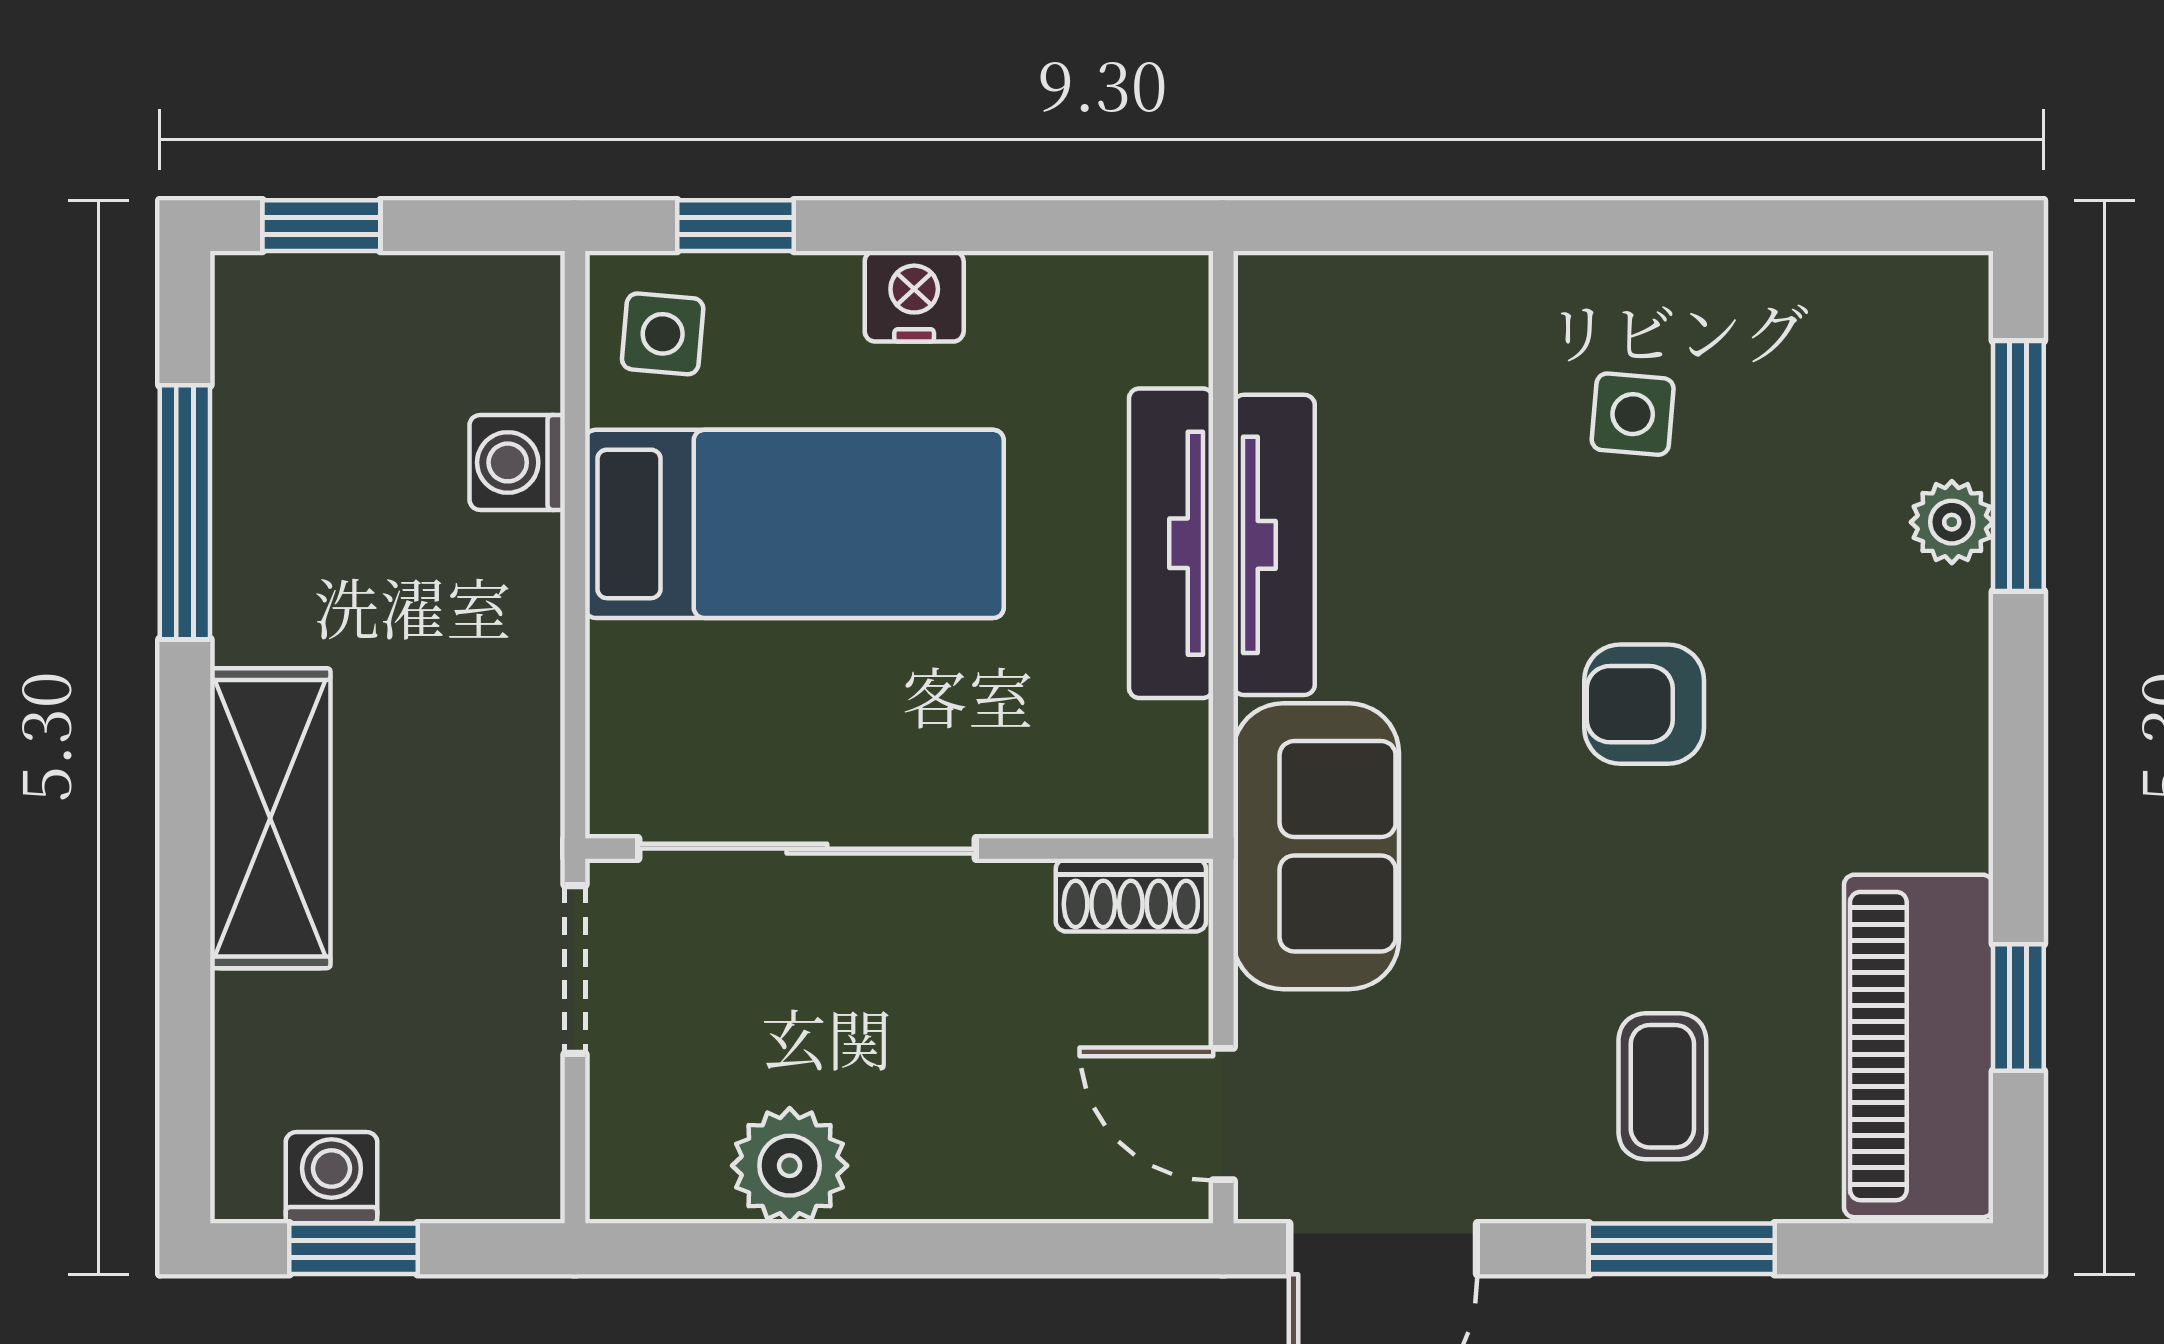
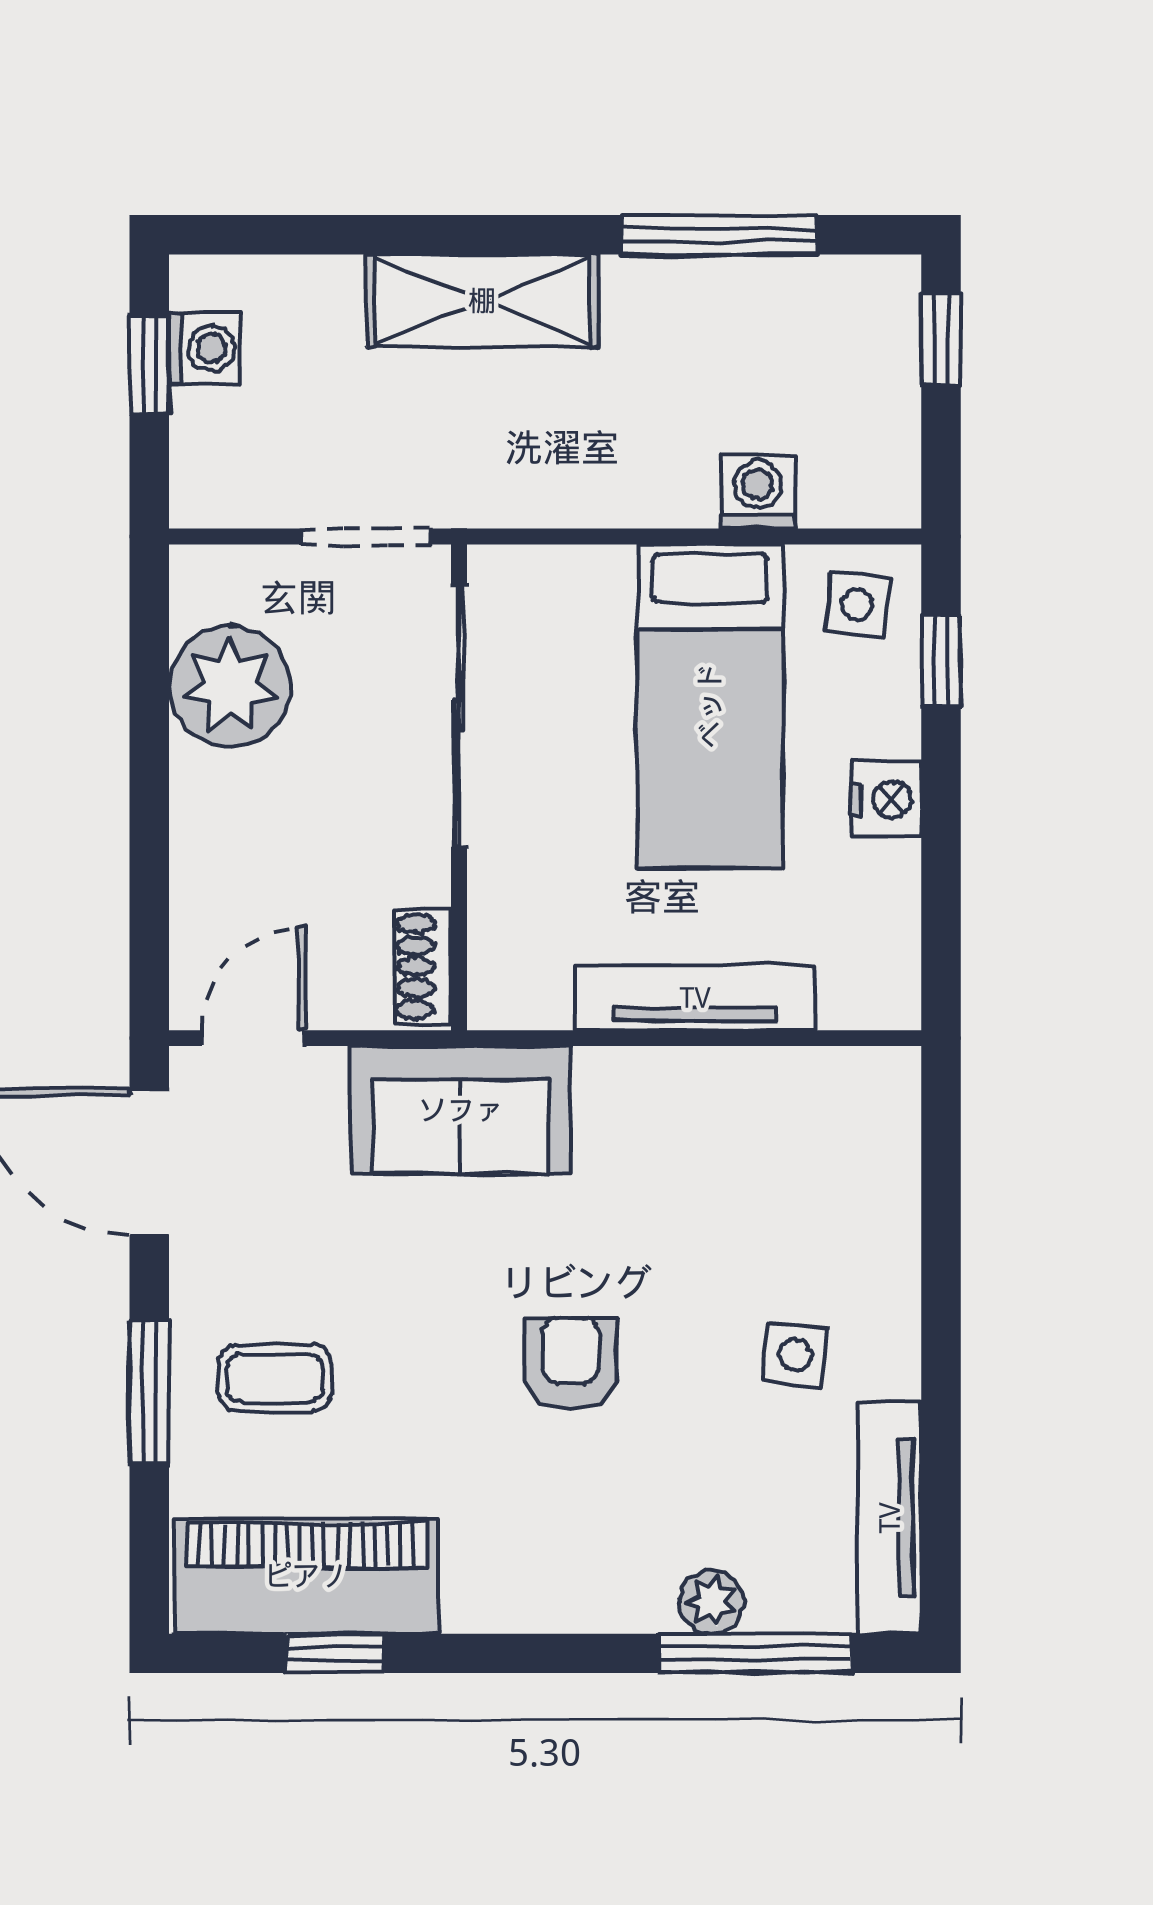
tv unit: (1274, 545) -> (890, 1518), moved, turned 90
plant: (790, 1166) -> (230, 686), width x1.36, depth x1.36

